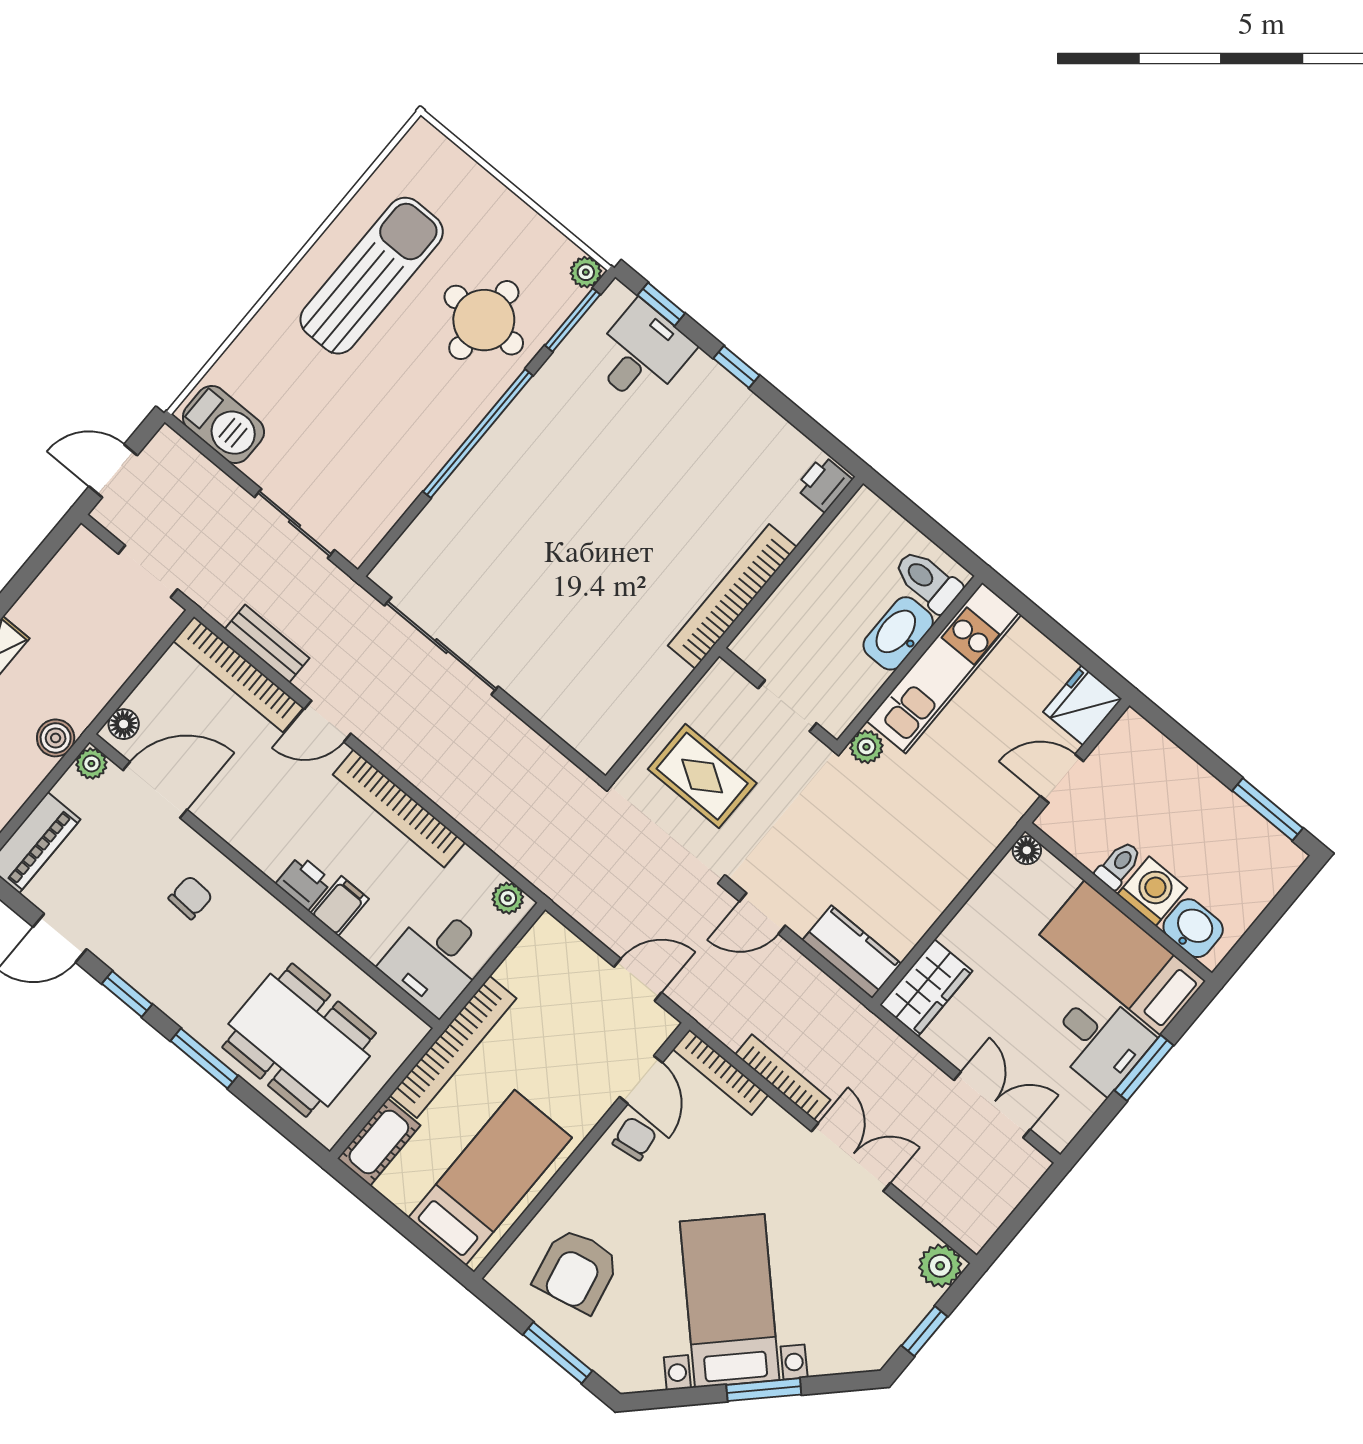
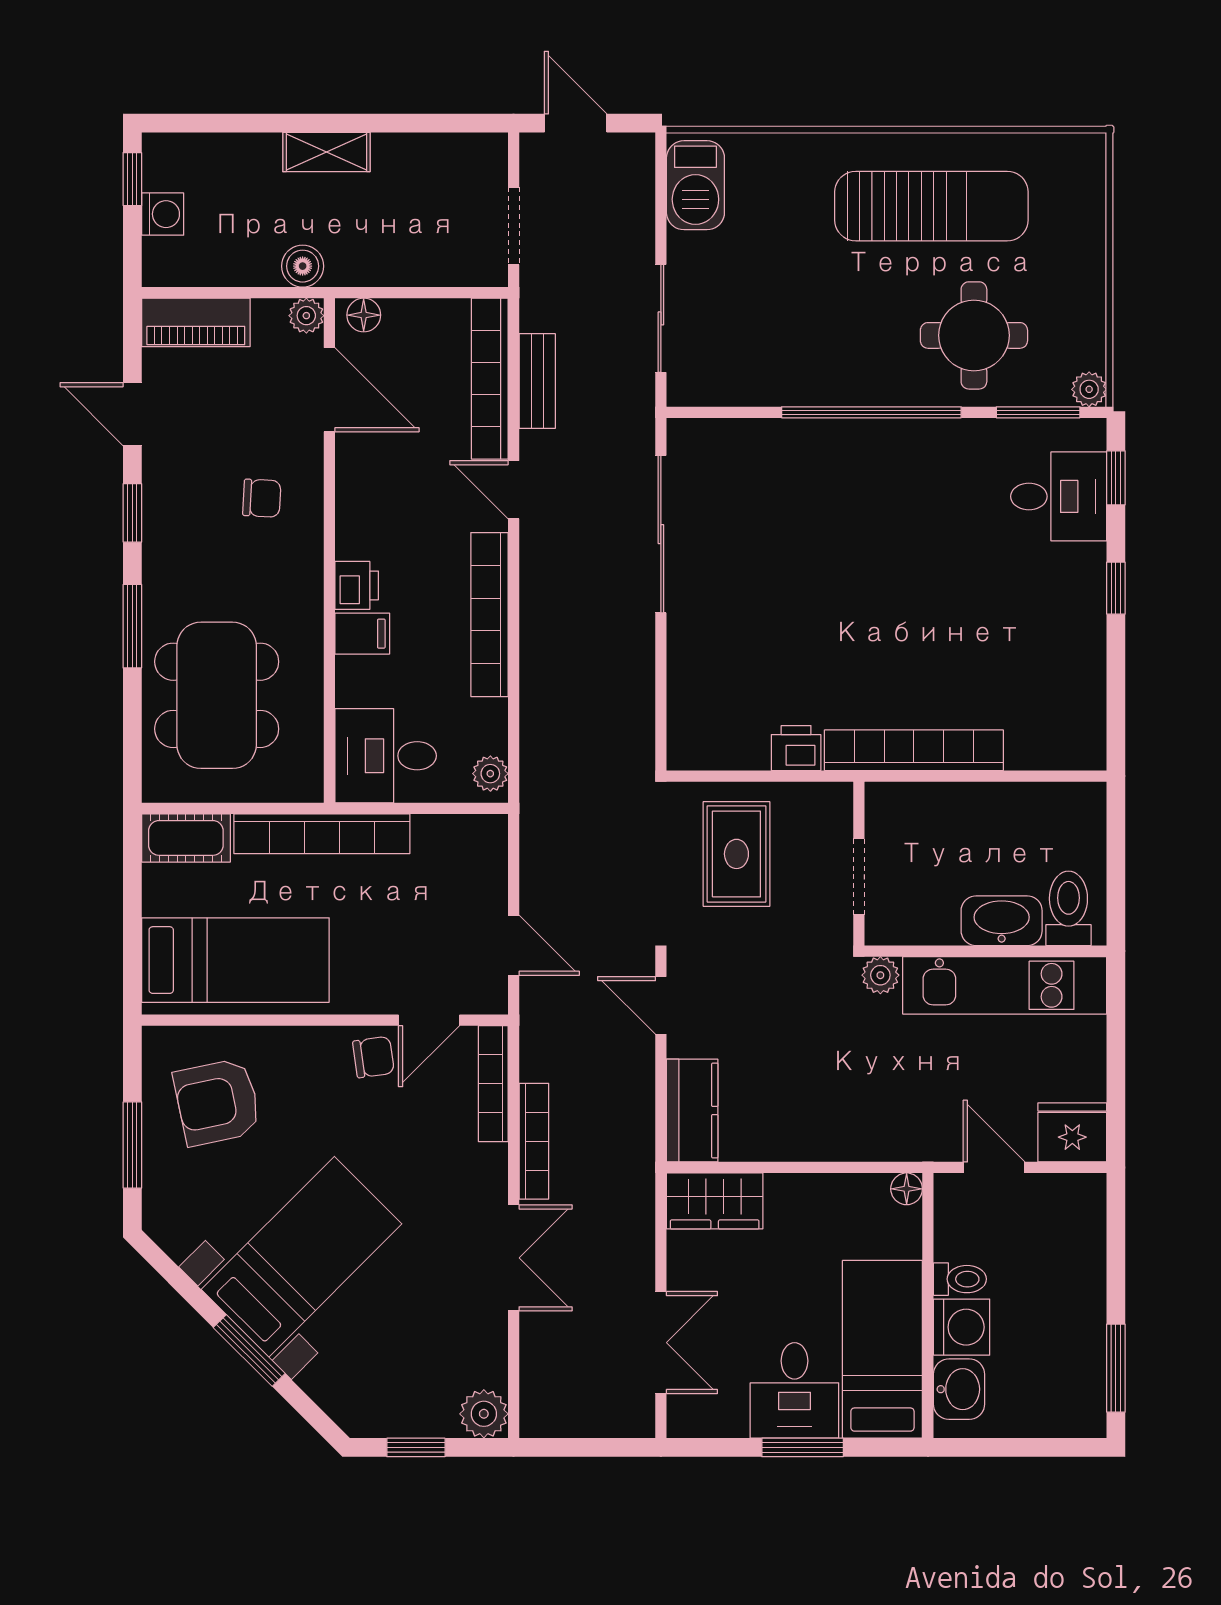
printer: (824, 484) -> (796, 748), moved

